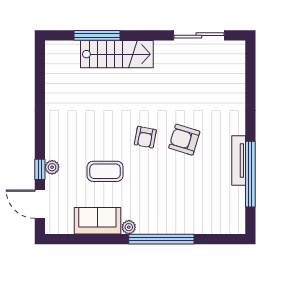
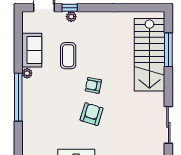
stairs: (117, 54) -> (149, 55), width x1.36, depth x1.51

